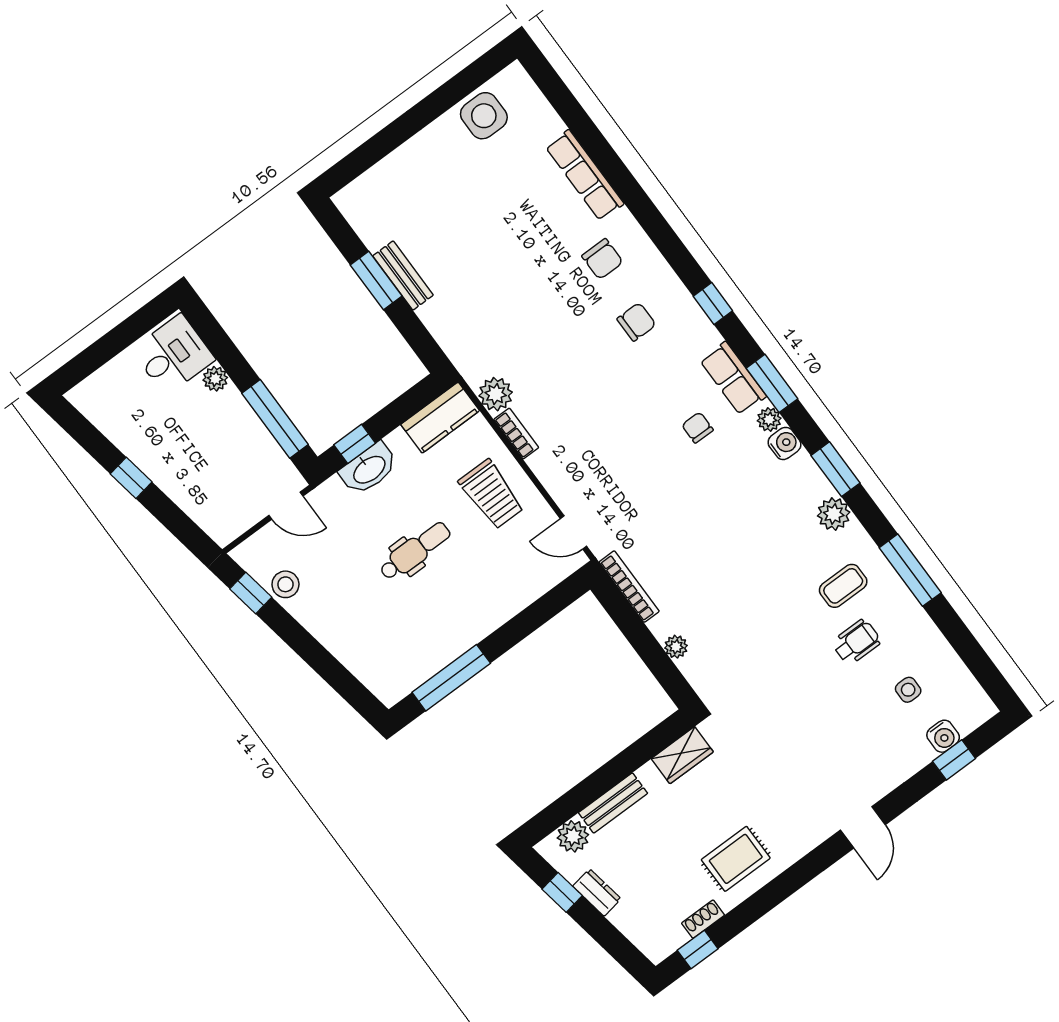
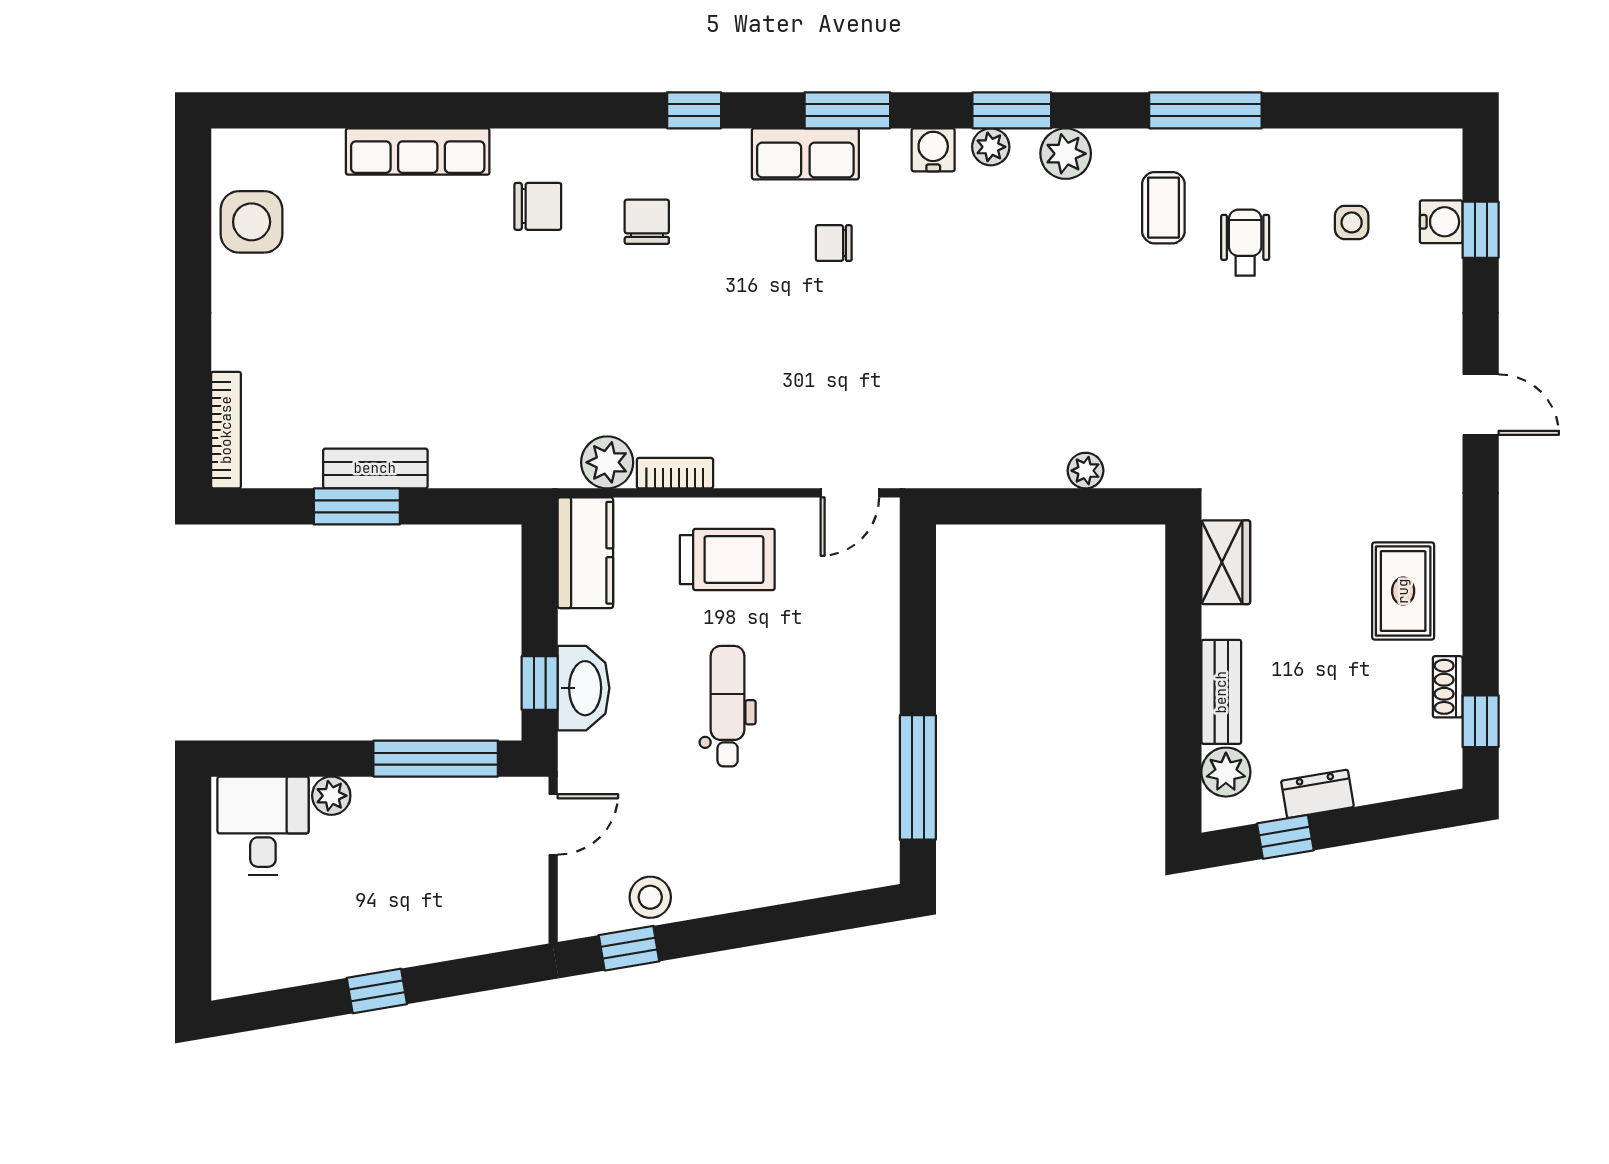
plant: (769, 420) -> (991, 147), moved
bookcase: (629, 587) -> (226, 430), moved, turned 90

